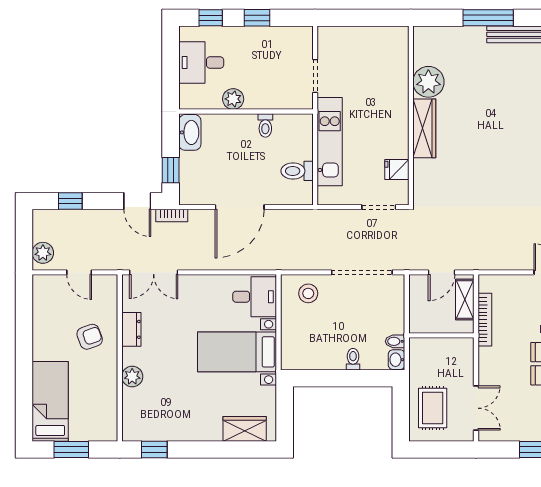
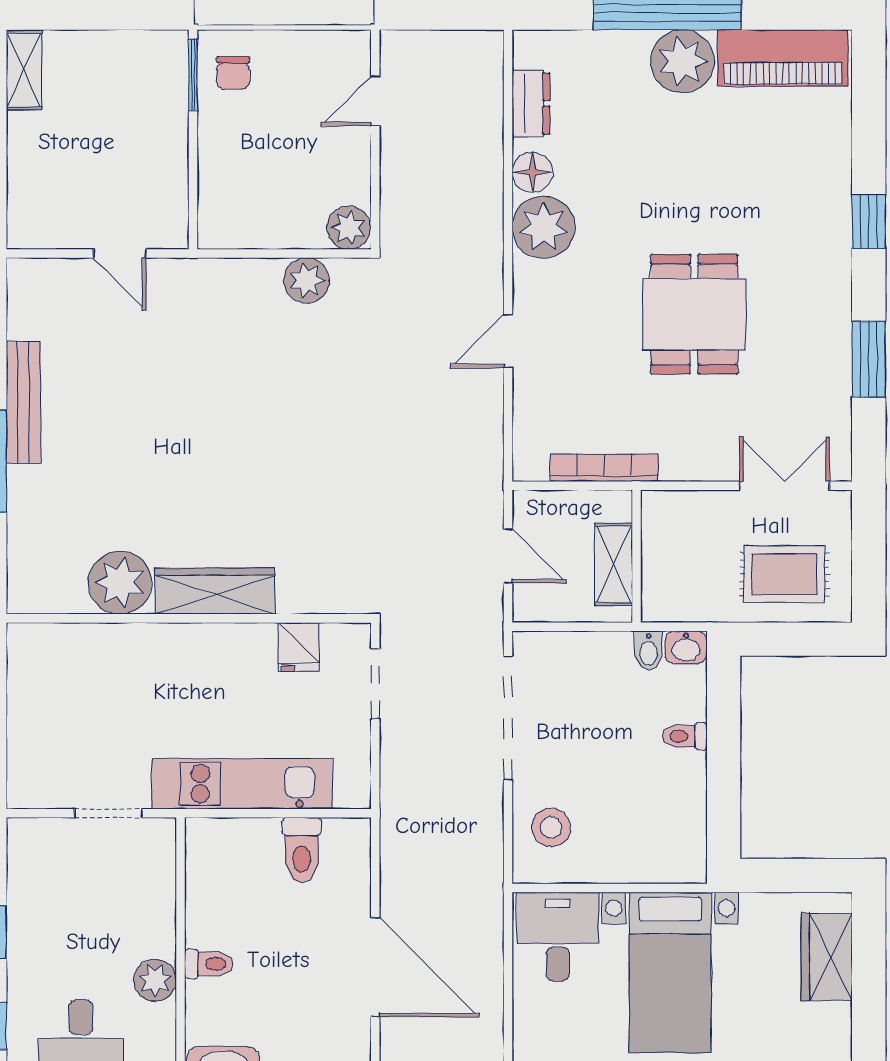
toilet: (265, 125) -> (209, 964), moved
shelving: (465, 299) -> (614, 564), moved, turned 90

